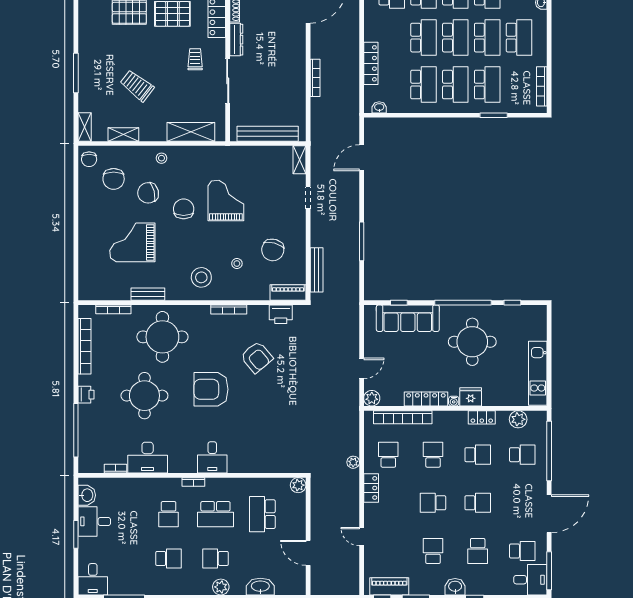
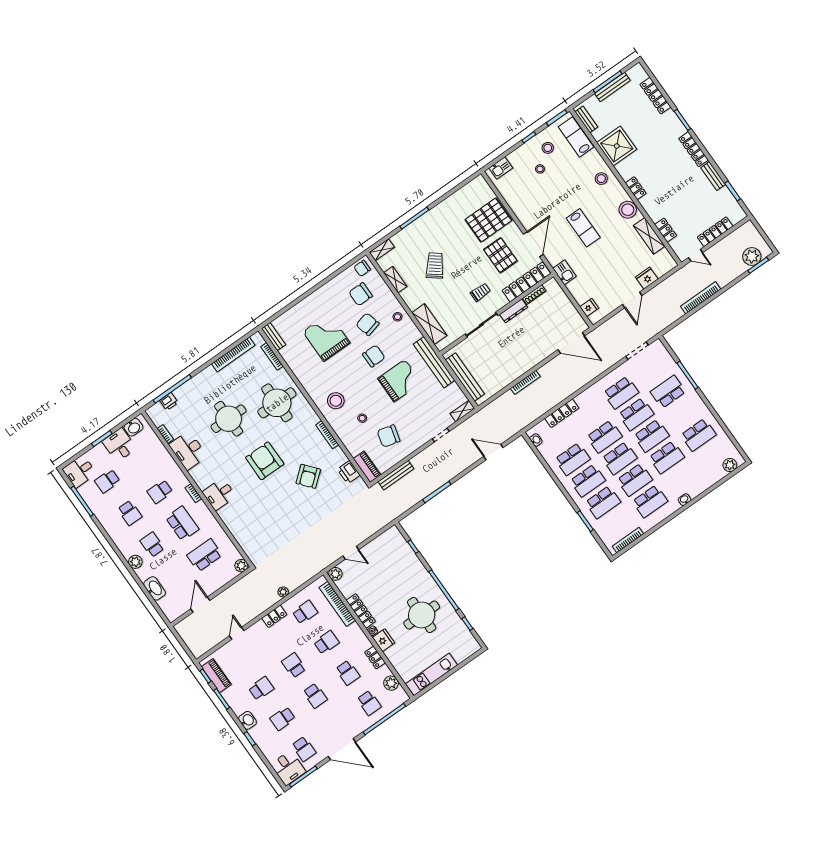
bench: (232, 154) -> (434, 362), added
bench: (148, 294) -> (274, 337), moved
sofa: (408, 318) -> (407, 560), removed
printer: (86, 395) -> (169, 401), moved
school desk: (215, 514) -> (182, 523), turned 180
school desk: (122, 558) -> (107, 481), added

